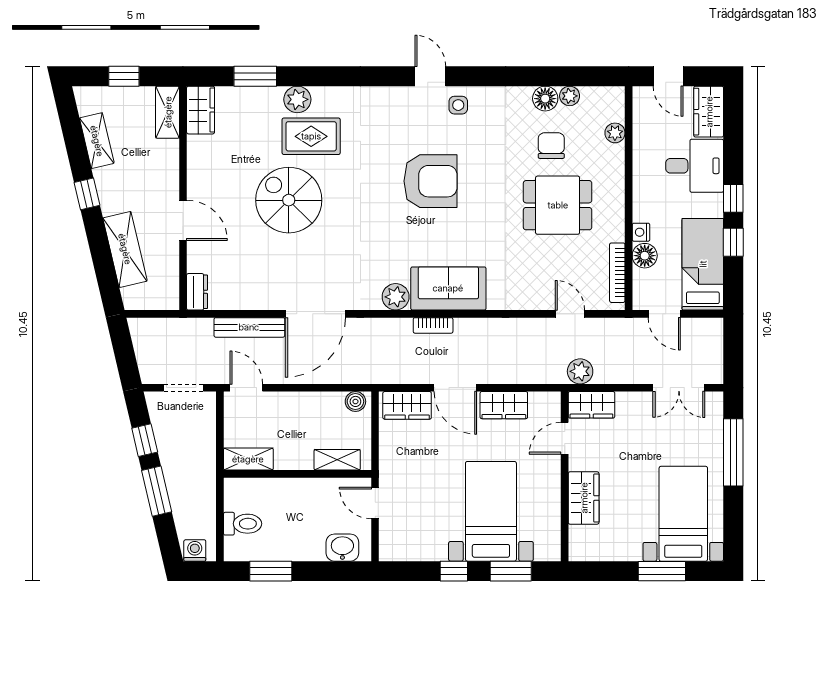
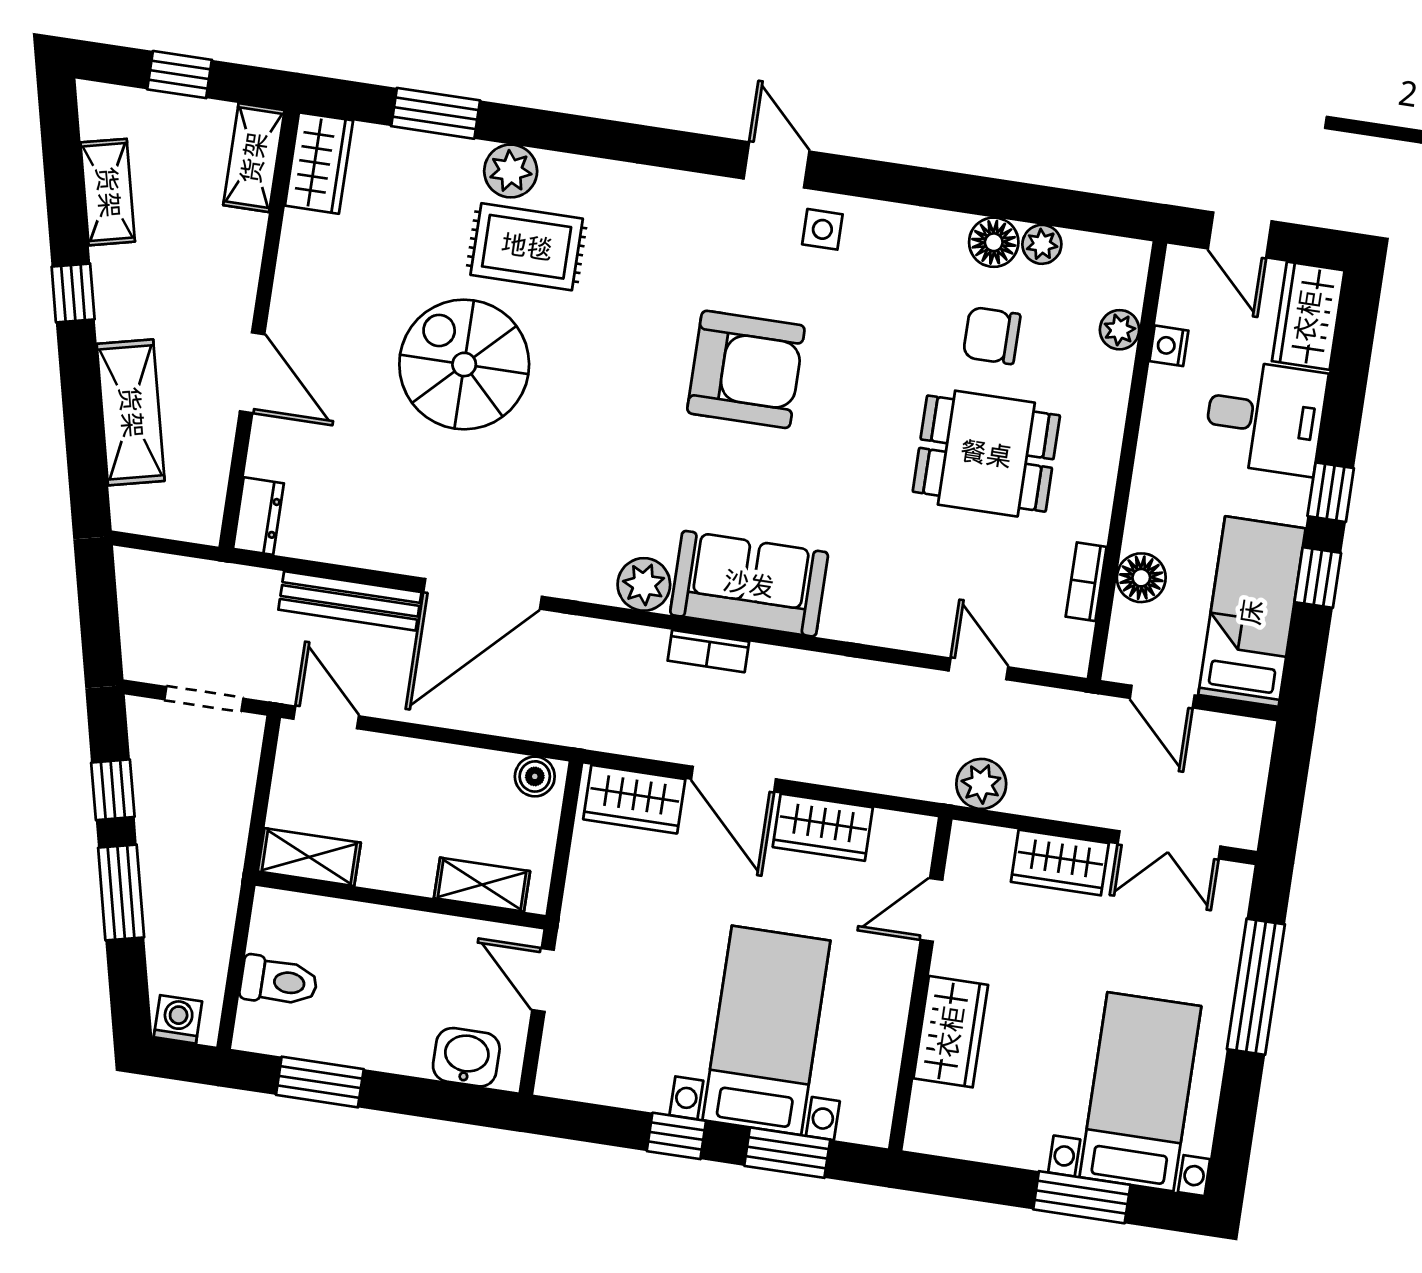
chair: (551, 146) -> (992, 336), turned -90
nightstand: (641, 232) -> (1169, 346), moved
bookcase: (617, 273) -> (1086, 582), width x0.64
wardrobe: (591, 405) -> (1060, 862), moved

